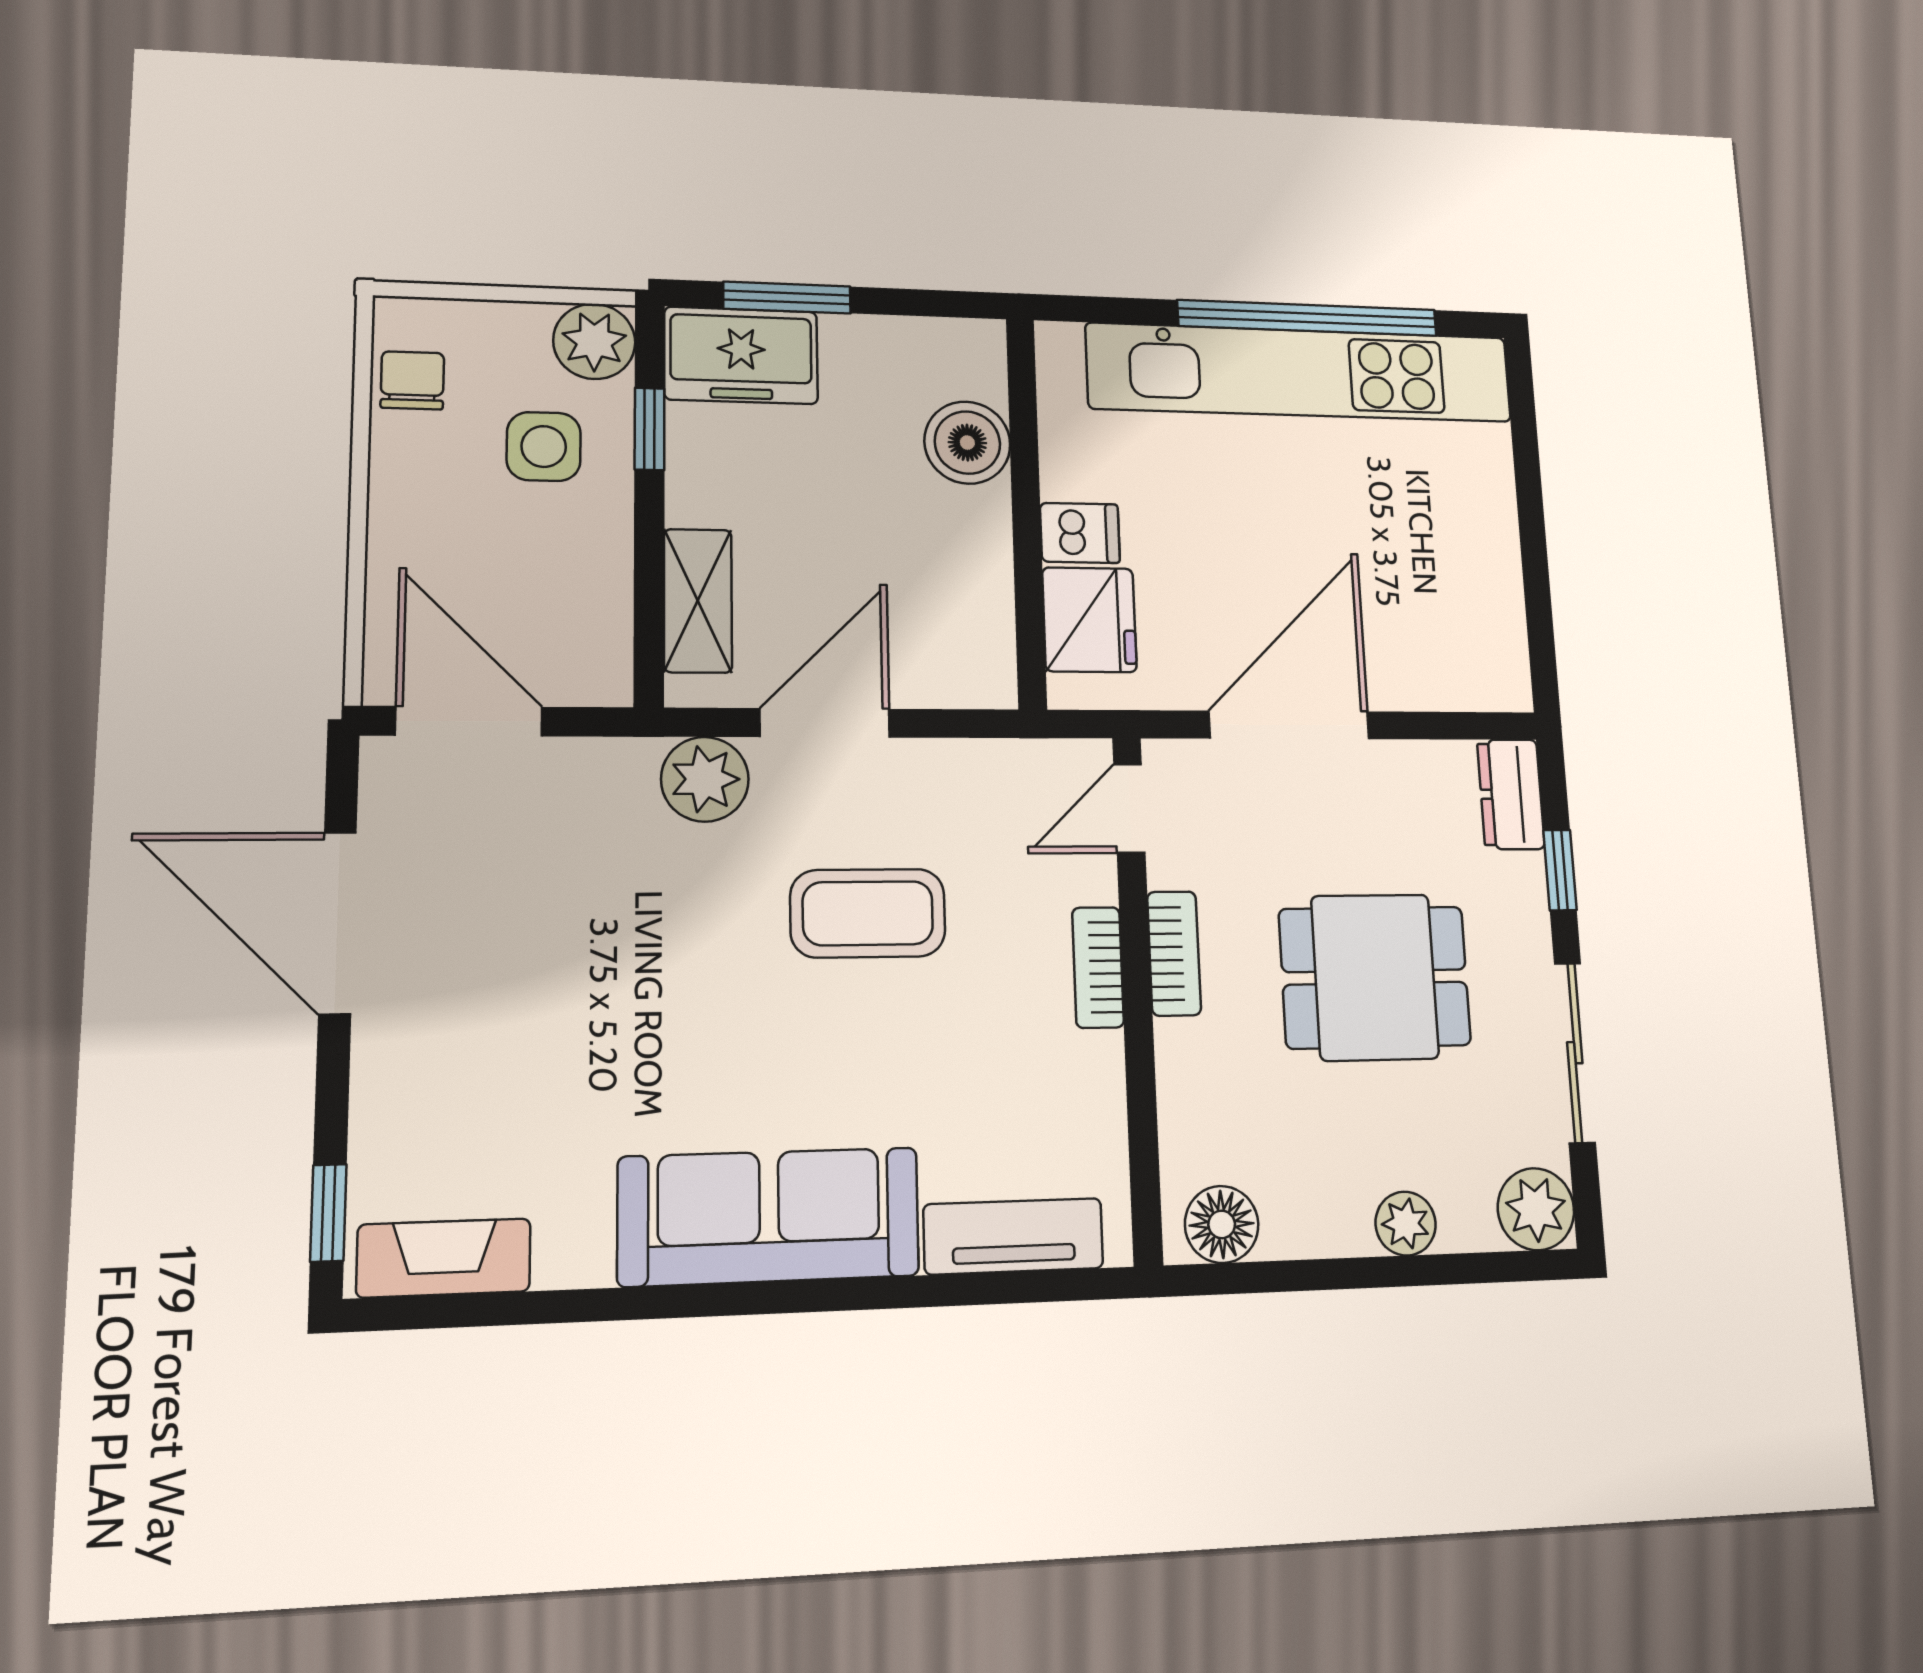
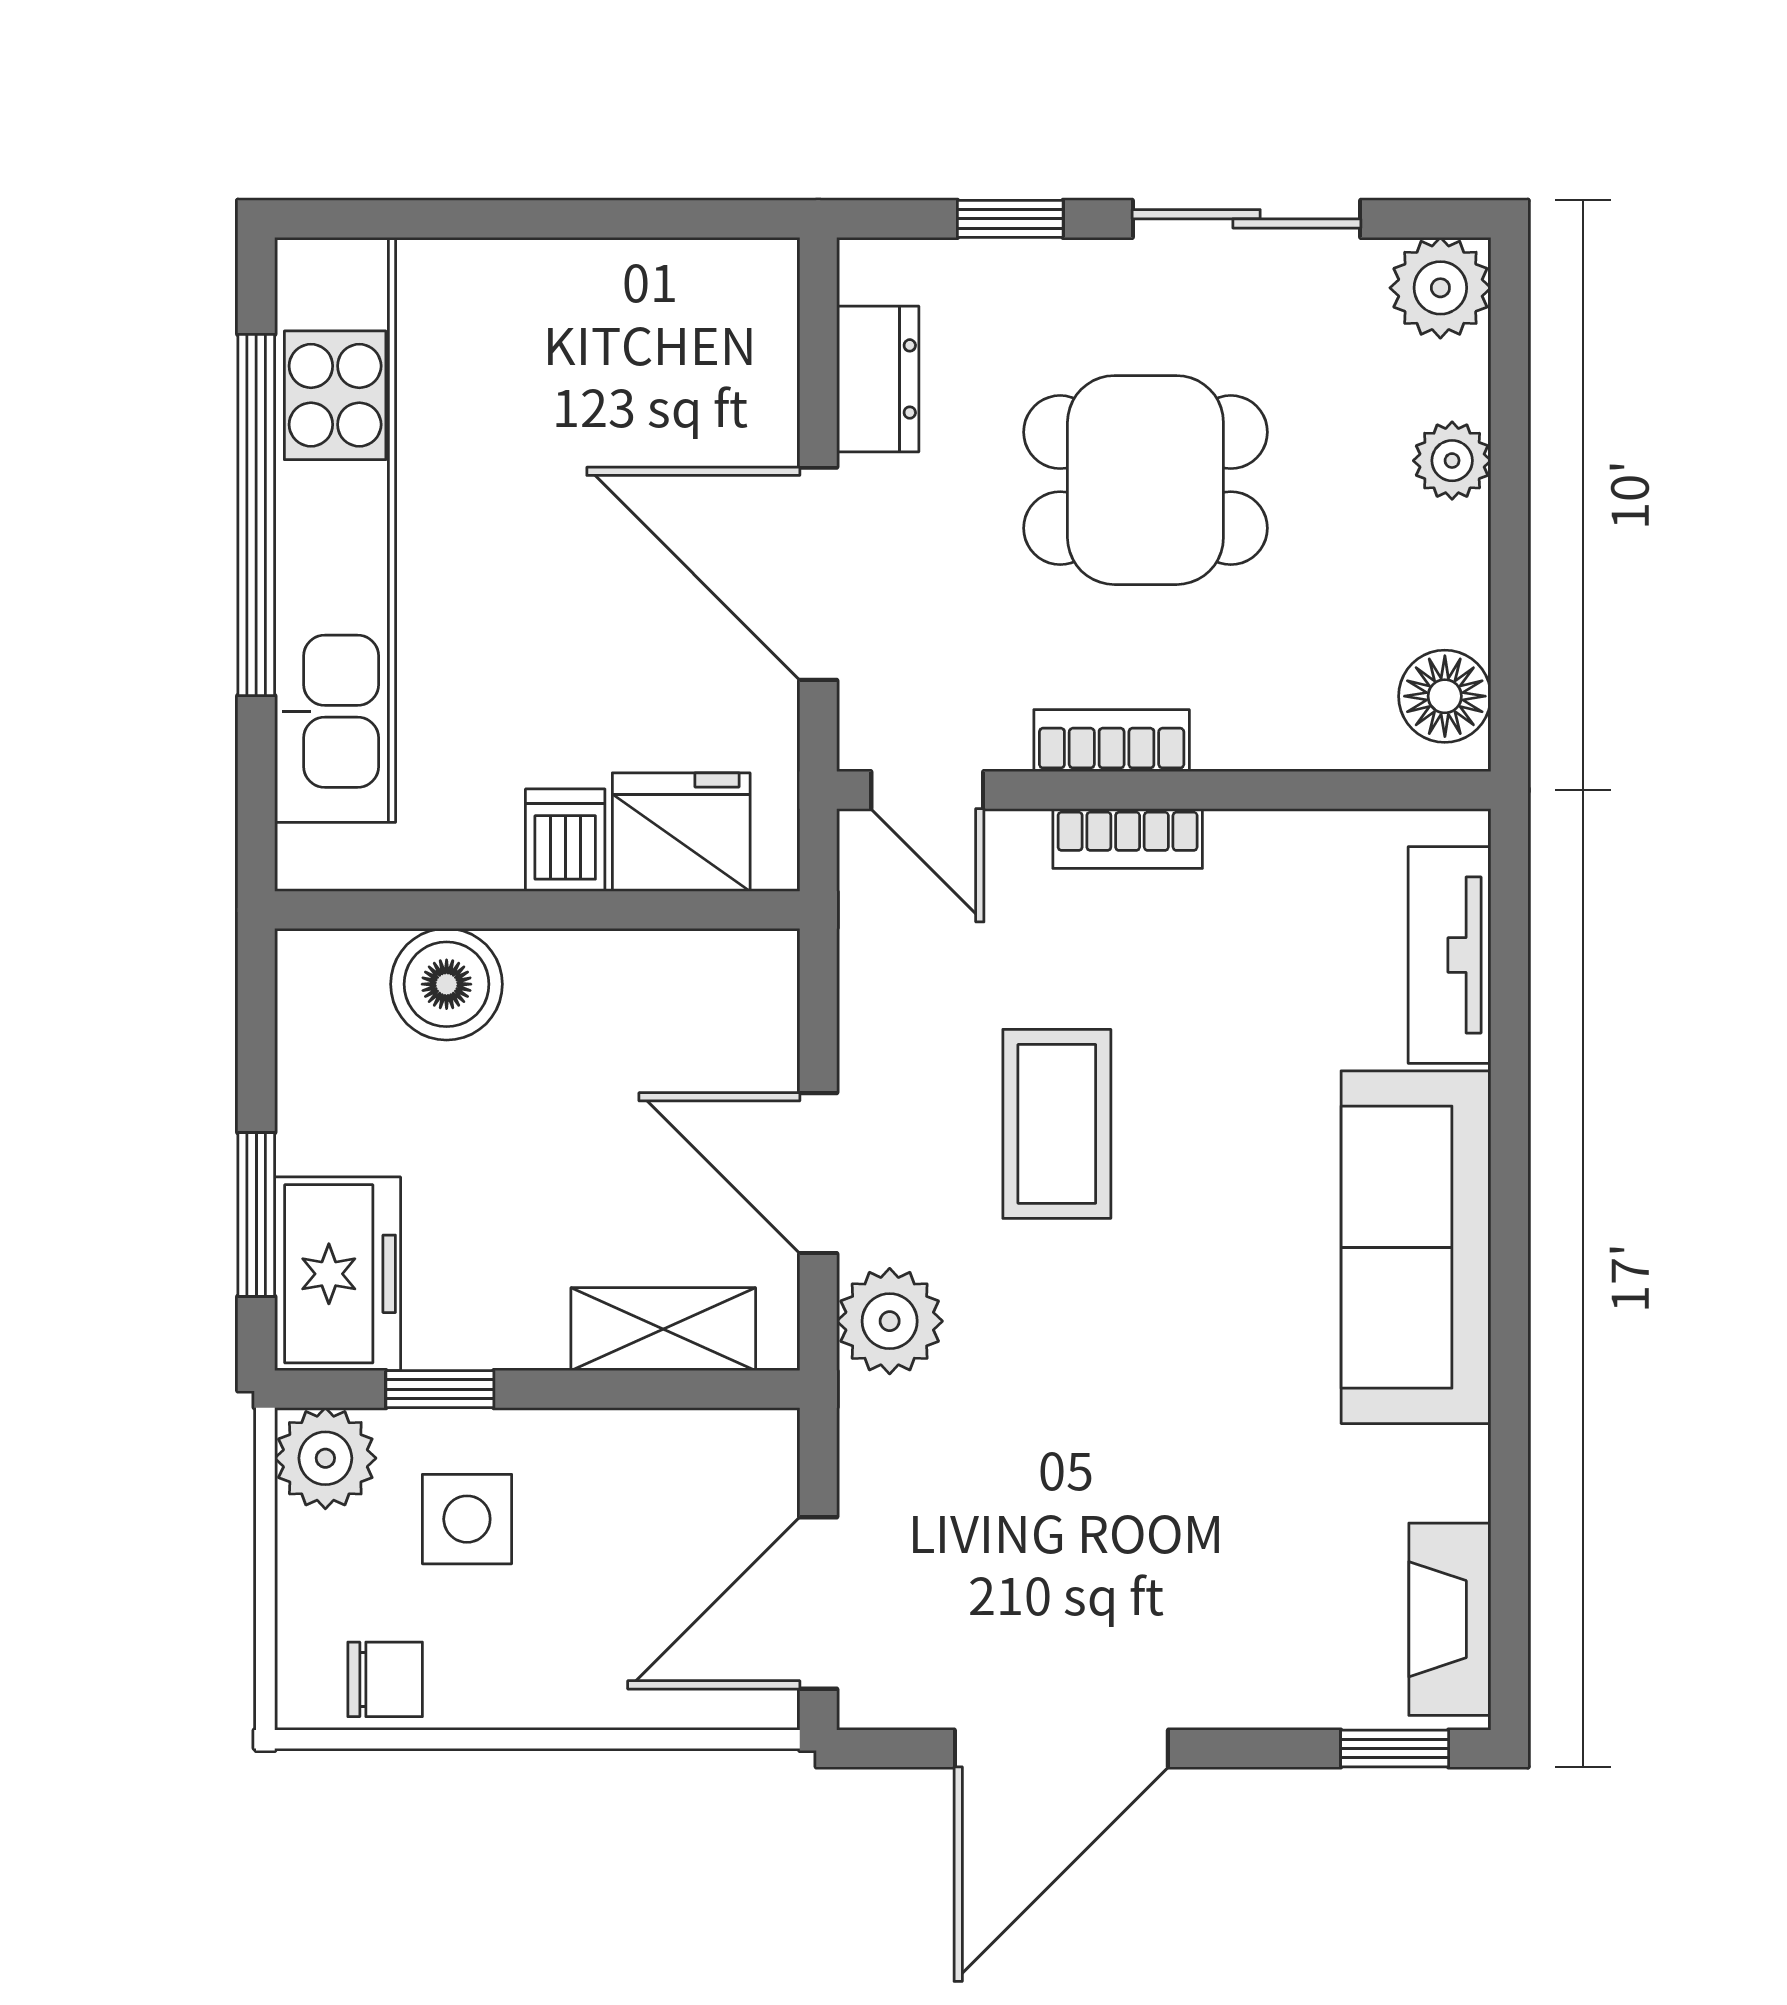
chair: (412, 380) -> (385, 1679), turned 180
dresser: (1511, 794) -> (878, 379), moved, turned -90
dining table: (1375, 977) -> (1145, 480), turned 90

